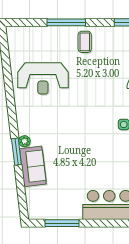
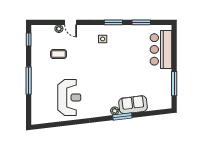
coffee table: (85, 42) -> (59, 54), moved

